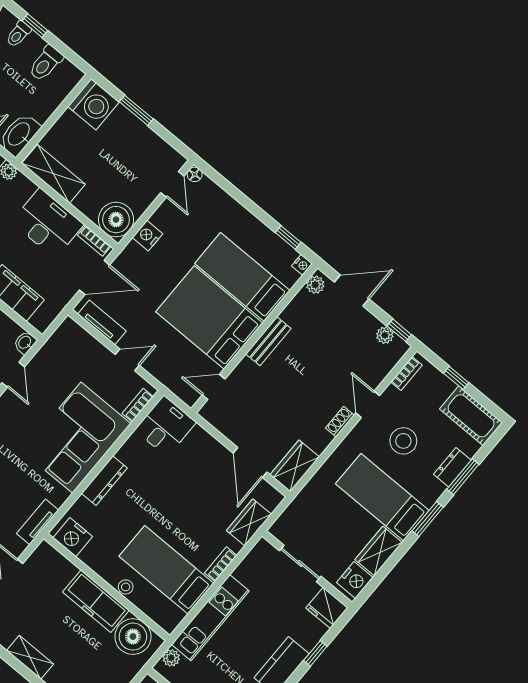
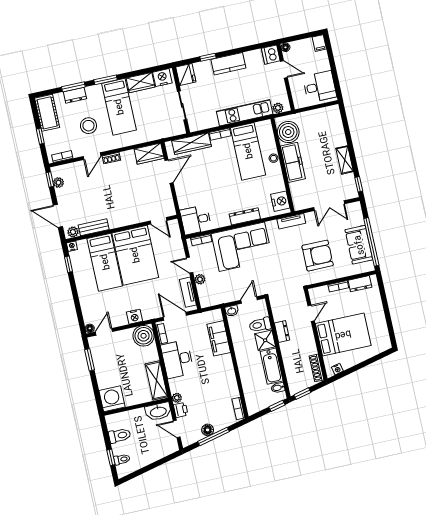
window: (136, 110) -> (89, 360), moved
bench: (268, 341) -> (94, 227), moved
plant: (99, 352) -> (200, 279), added
wardrobe: (249, 522) -> (191, 144), width x1.50

